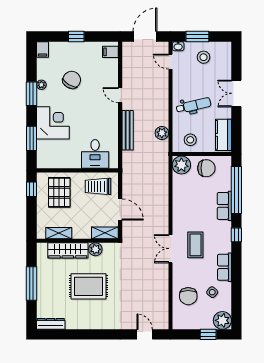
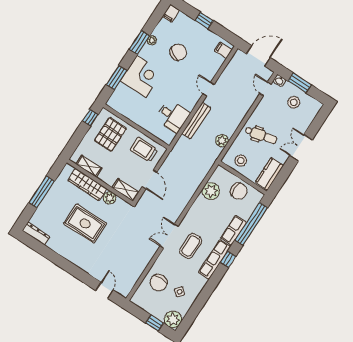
desk: (95, 154) -> (173, 116), moved, turned -90
plant: (181, 165) -> (211, 191), moved
row of seats: (225, 267) -> (215, 259), moved, width x1.48

